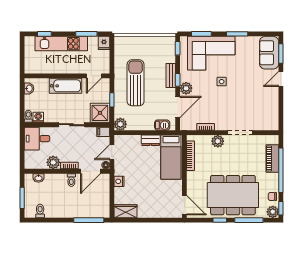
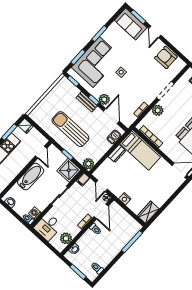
armchair: (268, 108) -> (166, 57), added
plant: (53, 162) -> (66, 238), moved

